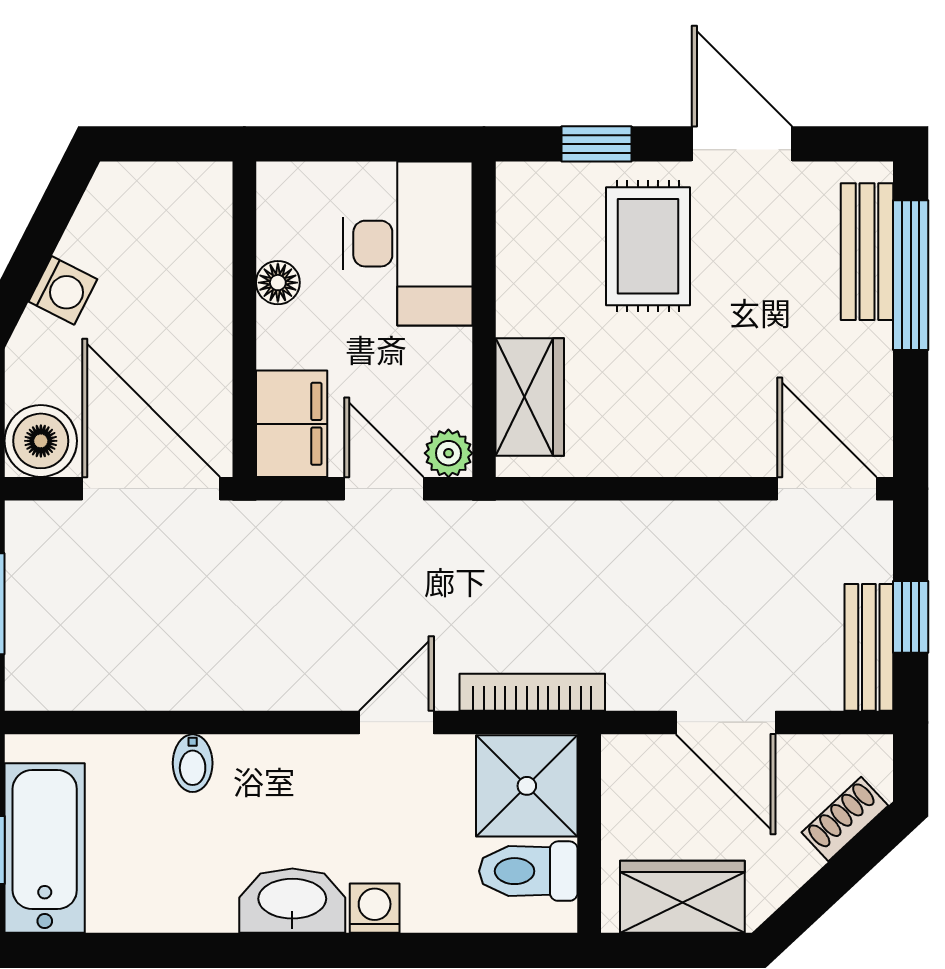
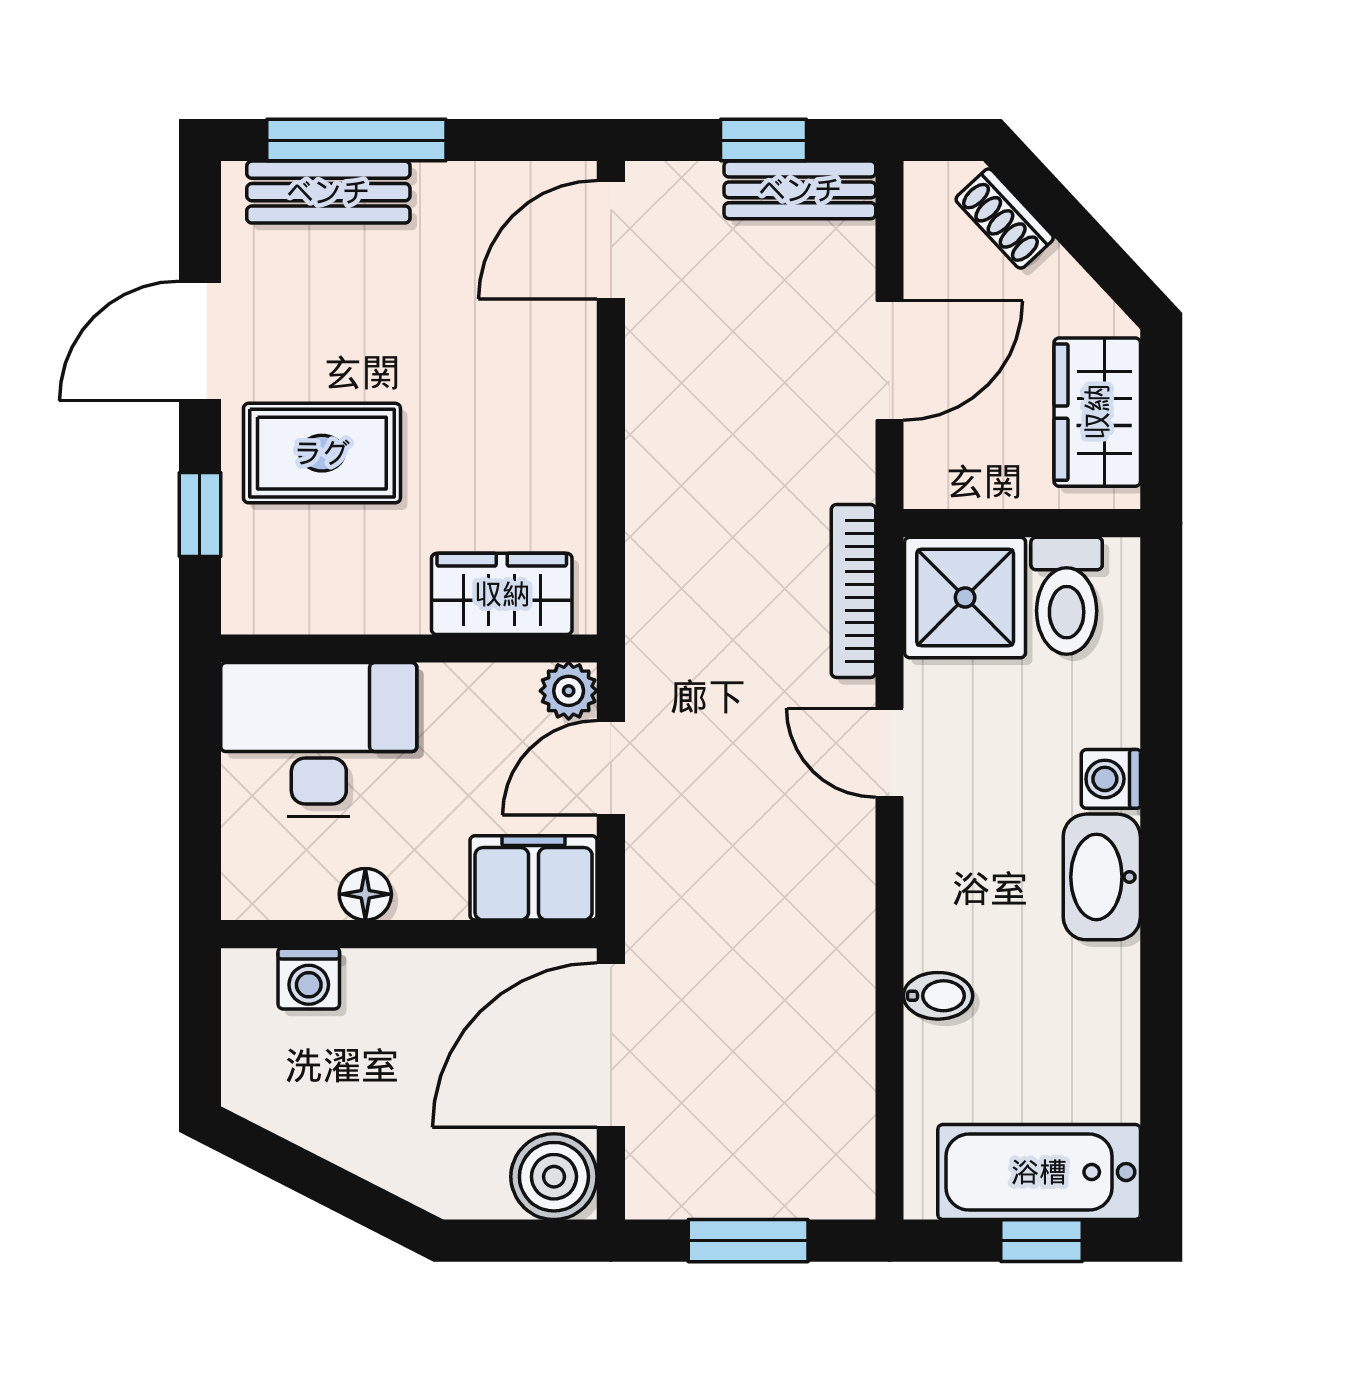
washing machine: (63, 290) -> (309, 979), moved, turned 153

